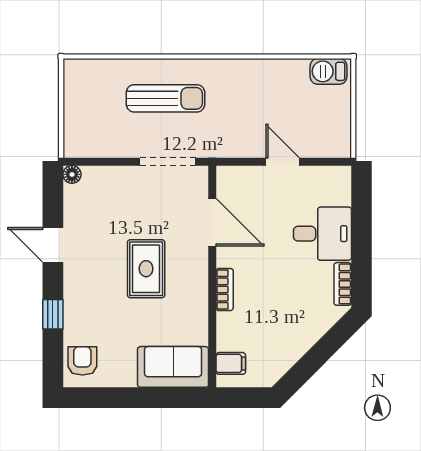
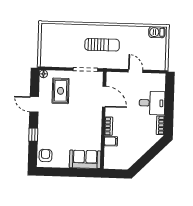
sun lounger: (166, 98) -> (102, 45), moved
rug: (146, 269) -> (61, 91), moved
filing cabinet: (231, 363) -> (111, 141), moved

